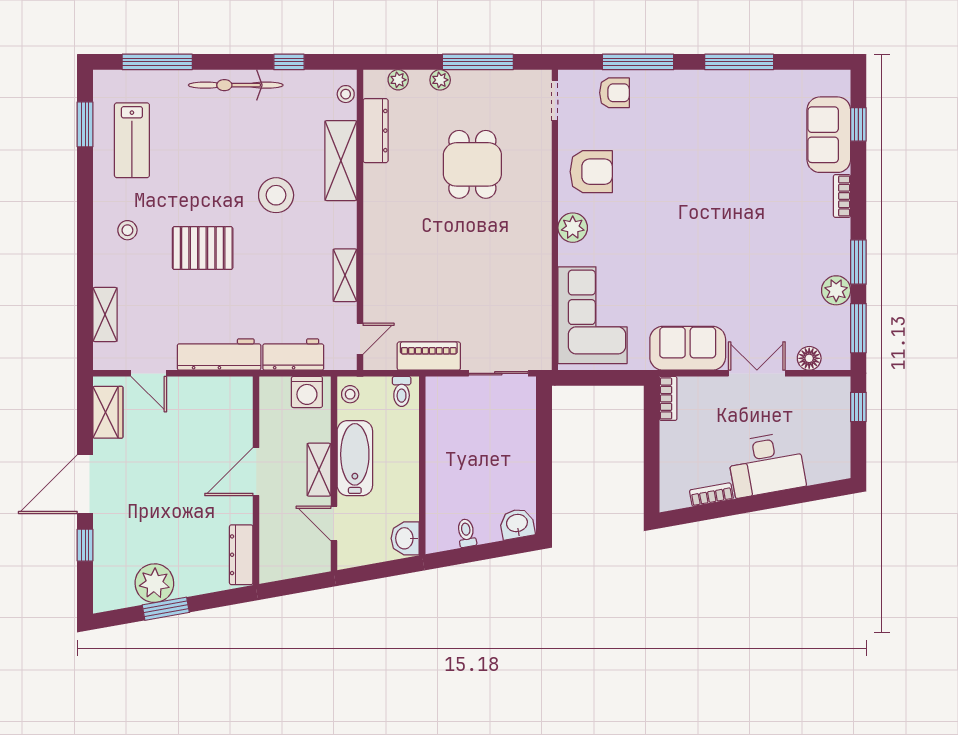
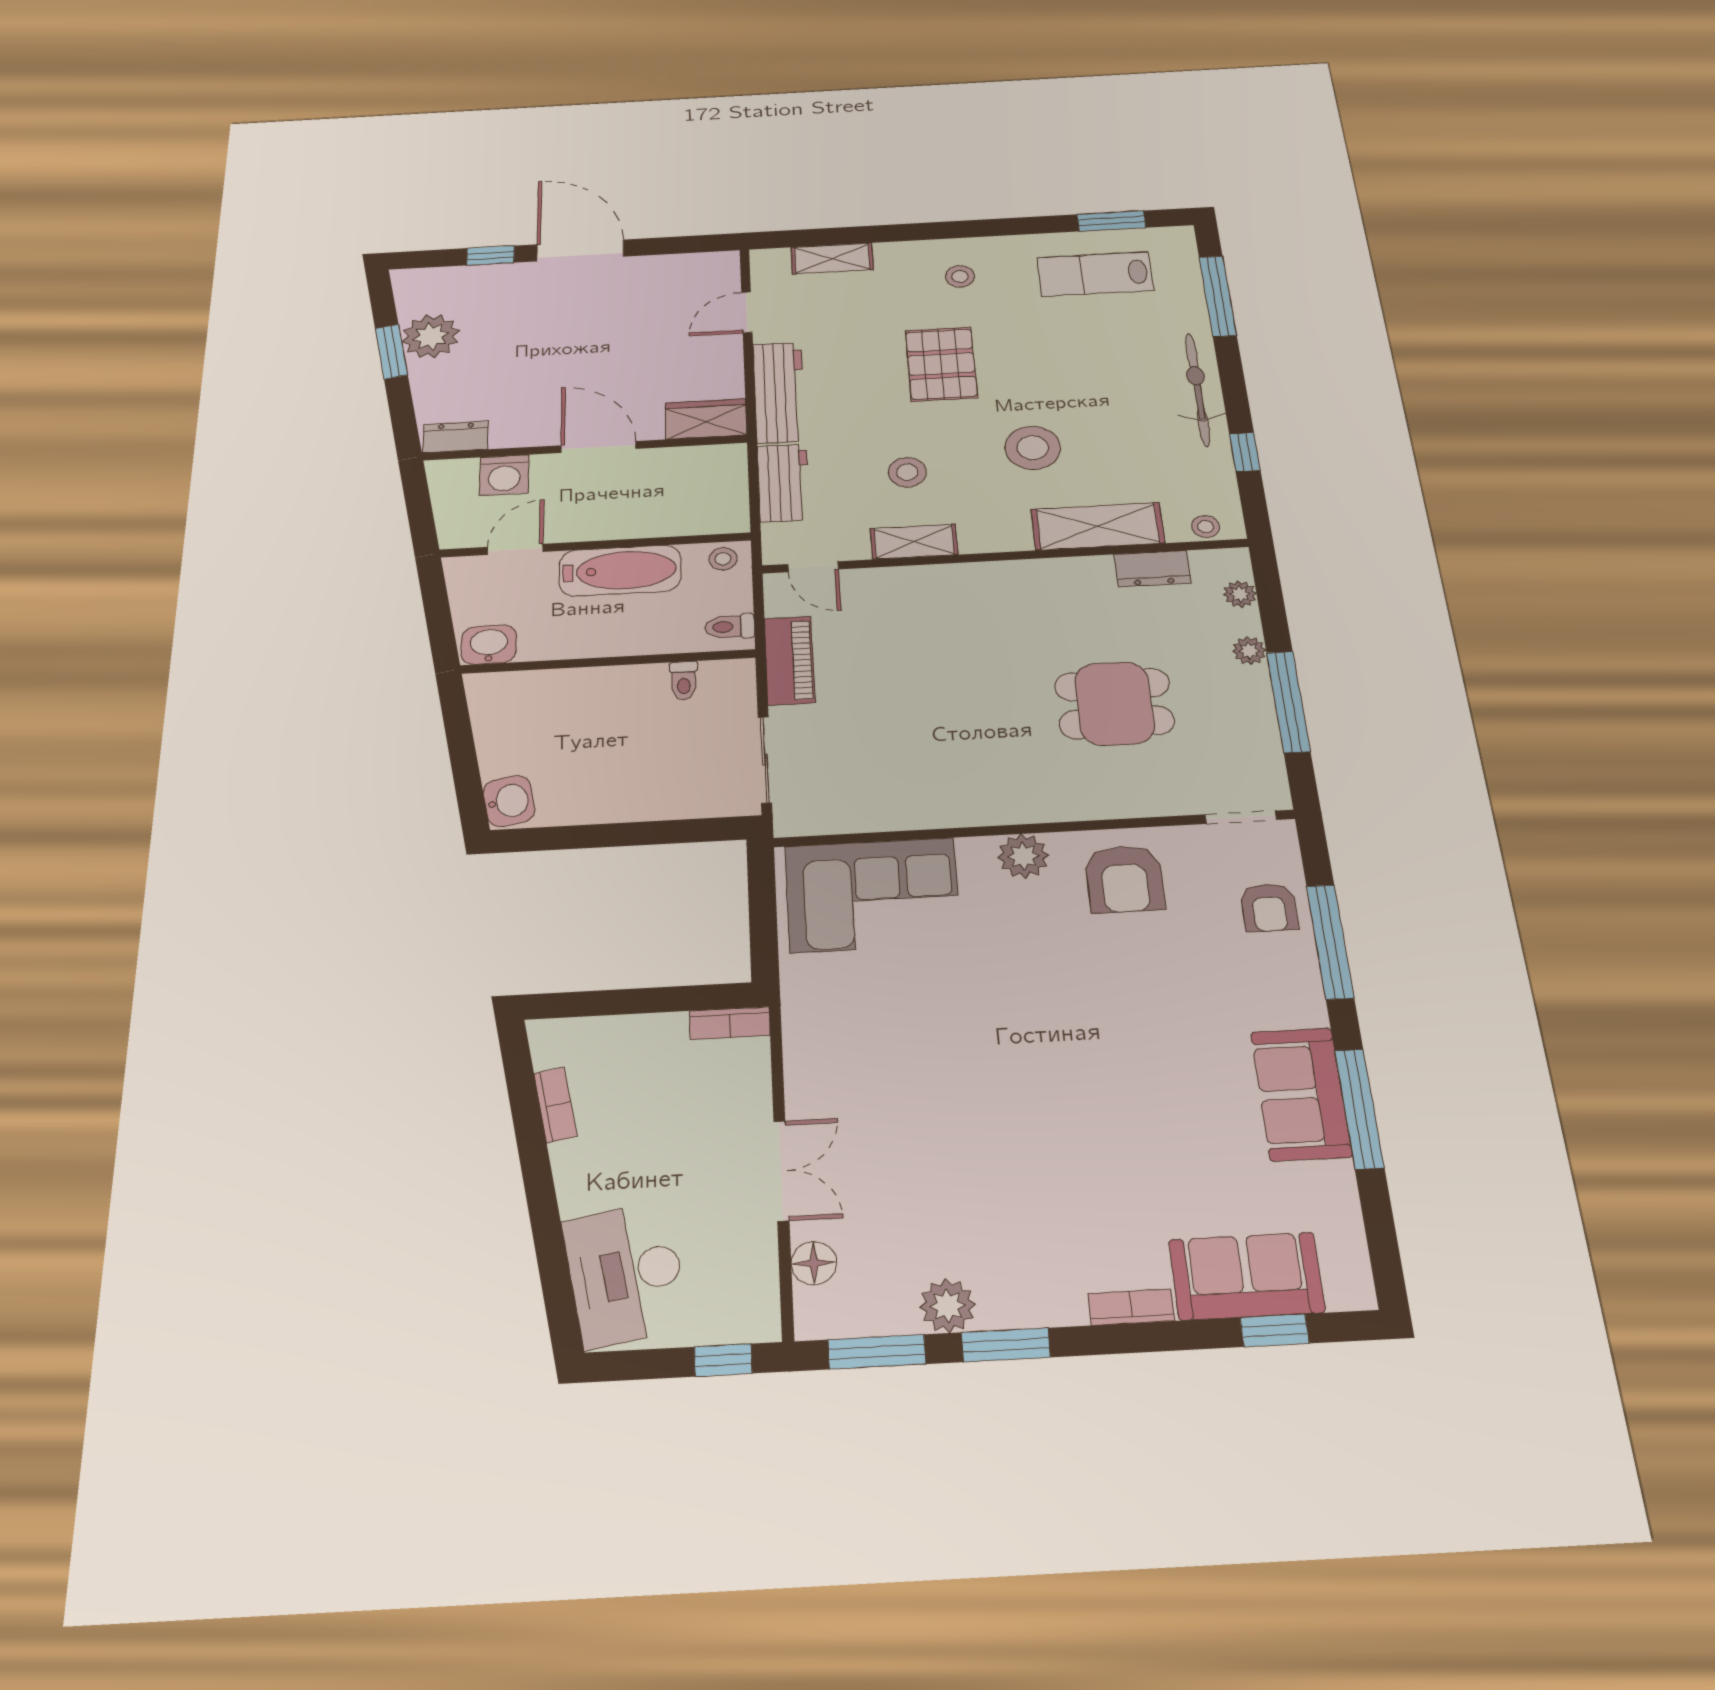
dresser: (376, 131) -> (1152, 569), width x0.70
stool: (290, 276) -> (907, 472), added
sofa: (688, 348) -> (1301, 1094), moved, turned 180
washing machine: (307, 392) -> (504, 475), moved, turned -90
wardrobe: (108, 412) -> (706, 419), moved, turned 180
desk: (766, 464) -> (626, 1274), moved
shelving: (319, 470) -> (602, 525), removed
toilet: (466, 533) -> (684, 681), moved, turned 100
dresser: (241, 555) -> (456, 437), width x0.70

